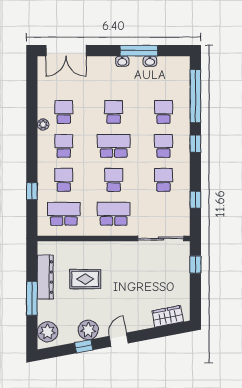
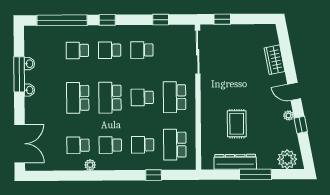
school desk: (114, 112) -> (78, 98), width x1.85
wardrobe: (168, 316) -> (274, 60), moved
plant: (88, 330) -> (289, 115), width x0.53, depth x0.53

